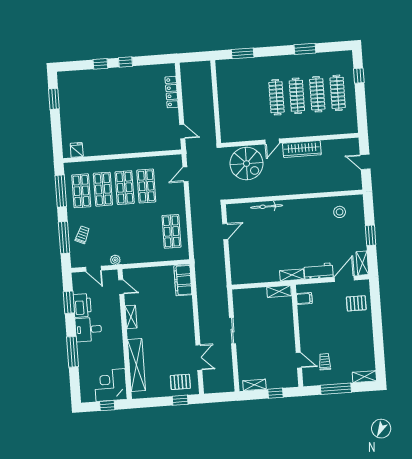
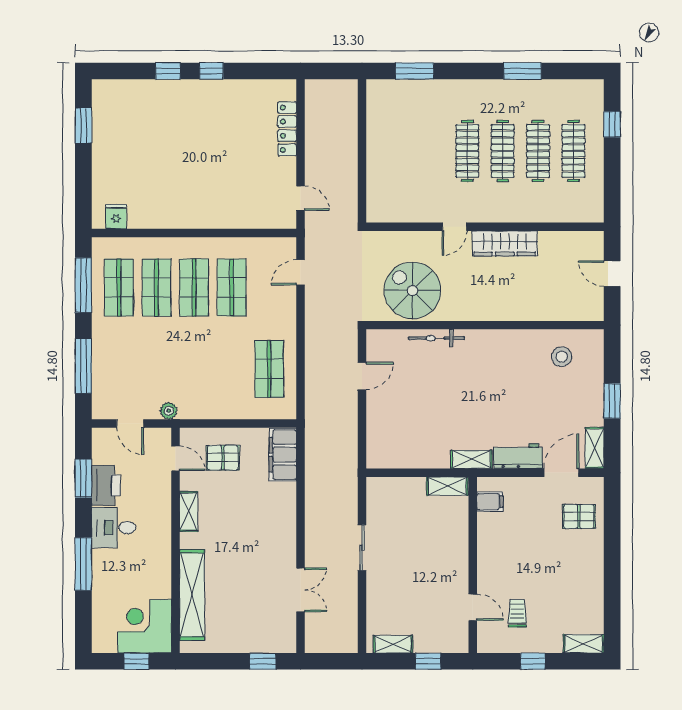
spiral stairs: (247, 164) -> (412, 290), moved, turned 180
trolley: (82, 235) -> (115, 364), removed
pallet: (180, 382) -> (223, 458), moved
window: (336, 389) -> (533, 661), width x0.46

